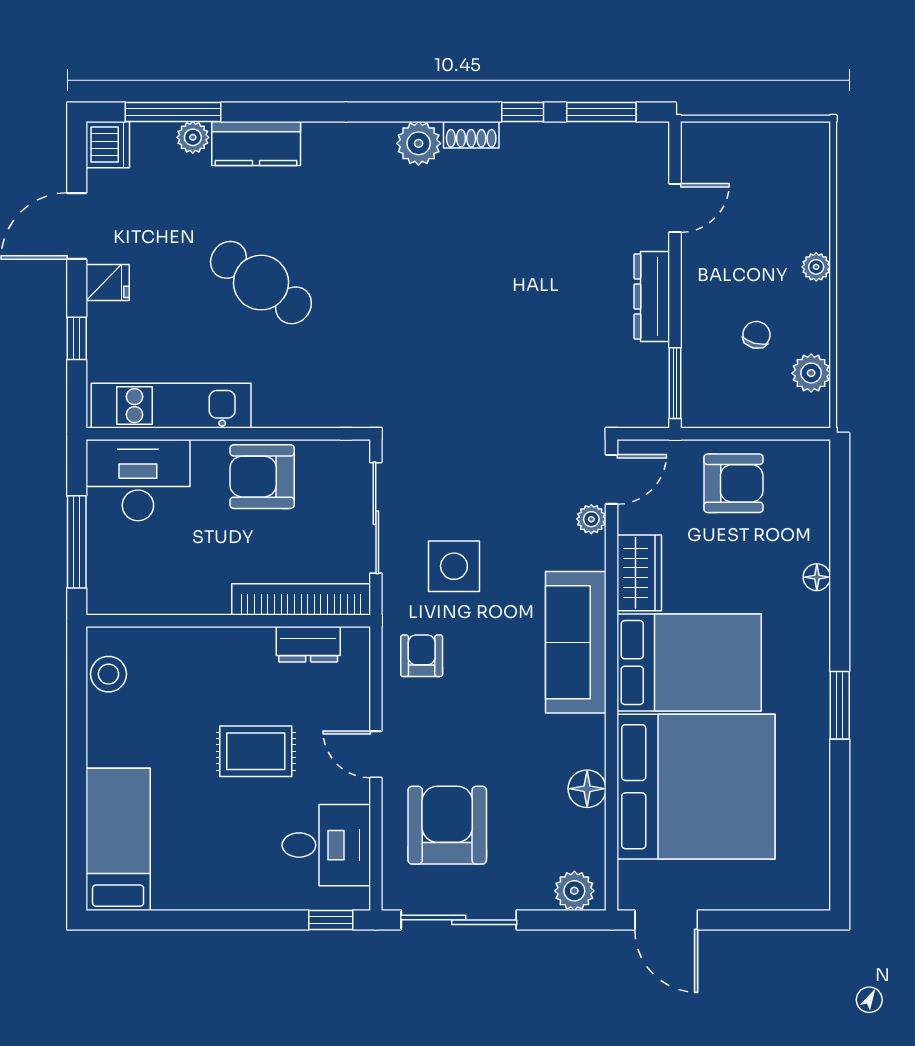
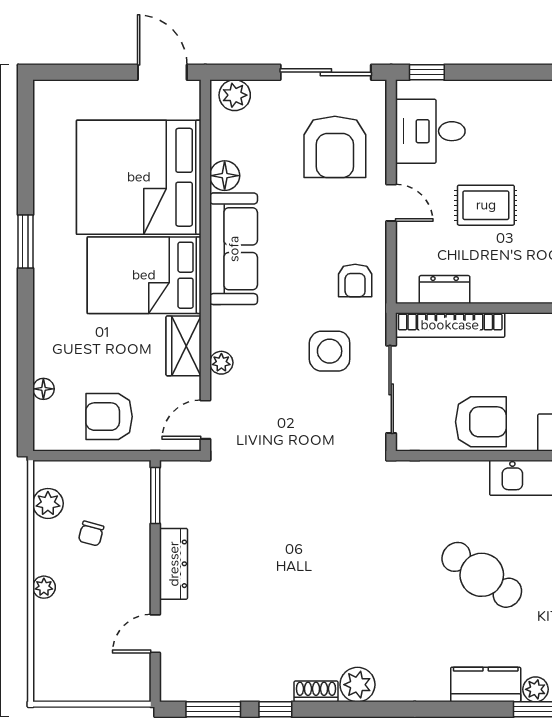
plant: (591, 519) -> (221, 363), moved
floor lamp: (817, 577) -> (43, 389), moved
sofa: (576, 642) -> (234, 249), moved

